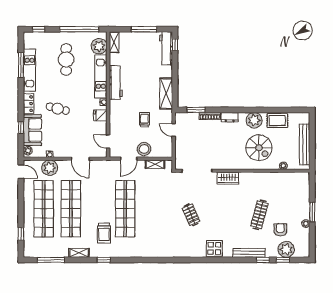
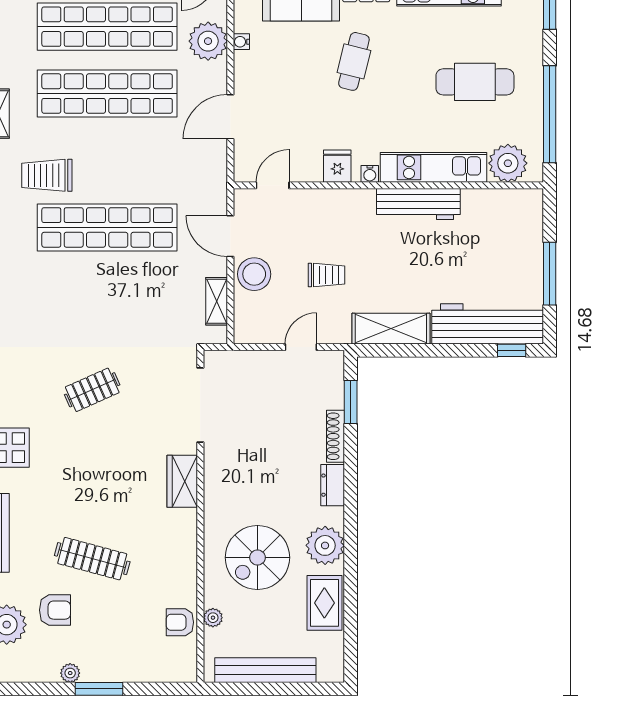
shelving: (114, 42) -> (518, 200), removed
workbench: (166, 48) -> (488, 324), width x1.36, depth x1.32
armchair: (285, 179) -> (180, 622), added

